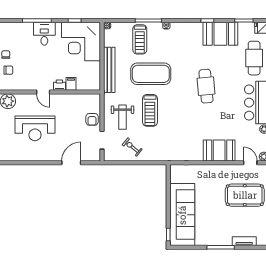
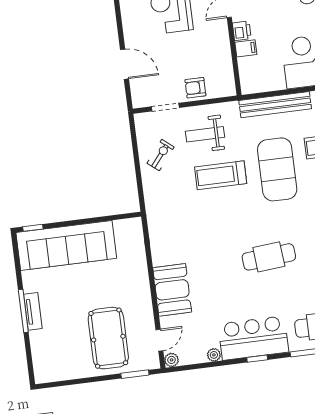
tv unit: (244, 241) -> (33, 311), moved

